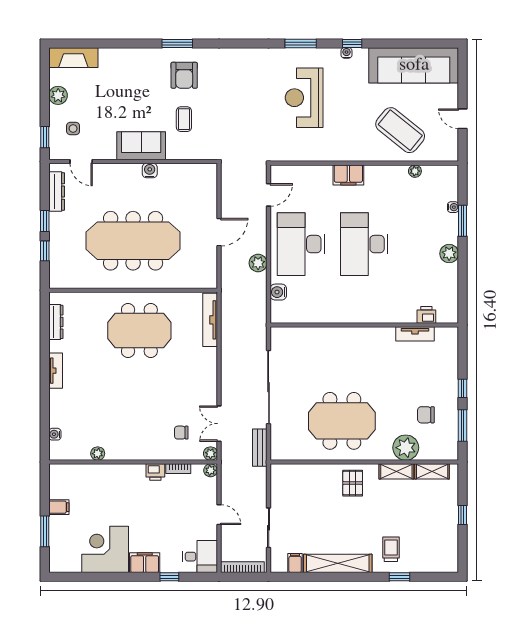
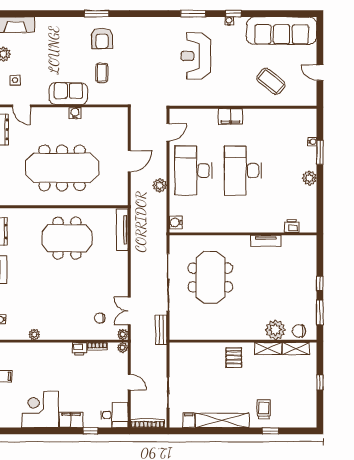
coffee table: (400, 130) -> (271, 81), width x0.73, depth x0.76
plant: (415, 171) -> (283, 113), removed
water cooler: (278, 292) -> (176, 222), moved
tv unit: (415, 334) -> (266, 241), moved
chair: (426, 415) -> (299, 331), moved
meeting table: (342, 421) -> (210, 278), moved, turned 90

